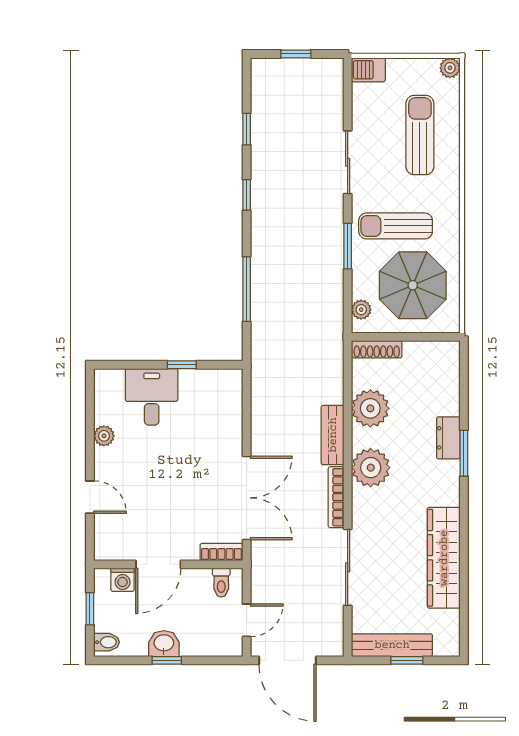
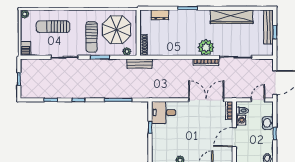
desk: (152, 397) -> (164, 113), moved
plant: (370, 408) -> (168, 48), removed
bench: (333, 435) -> (139, 64), moved
dresser: (448, 438) -> (160, 15), moved
plant: (371, 468) -> (206, 47), moved
door: (158, 564) -> (234, 137), swing flipped
washing machine: (123, 580) -> (241, 120), moved
door: (247, 620) -> (258, 100), hinge flipped
washbasin: (164, 644) -> (268, 123), moved
bench: (392, 645) -> (268, 27), moved

